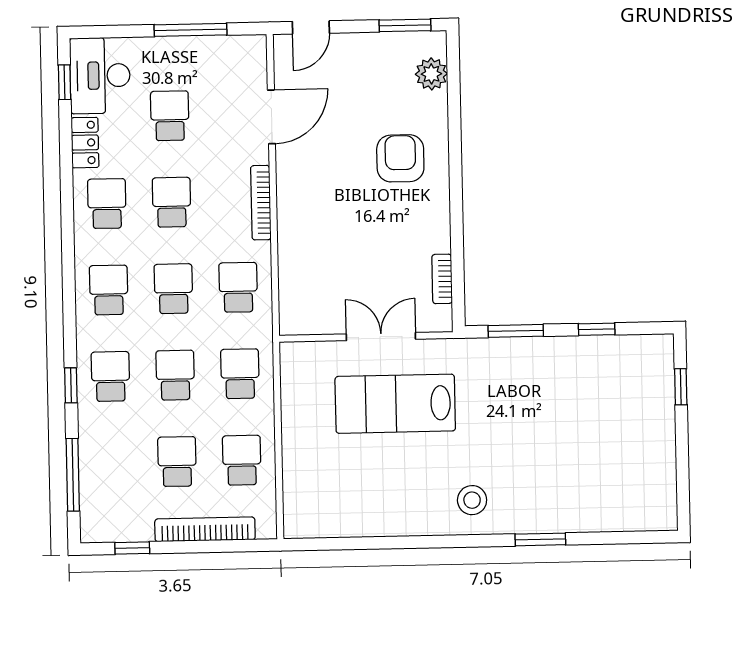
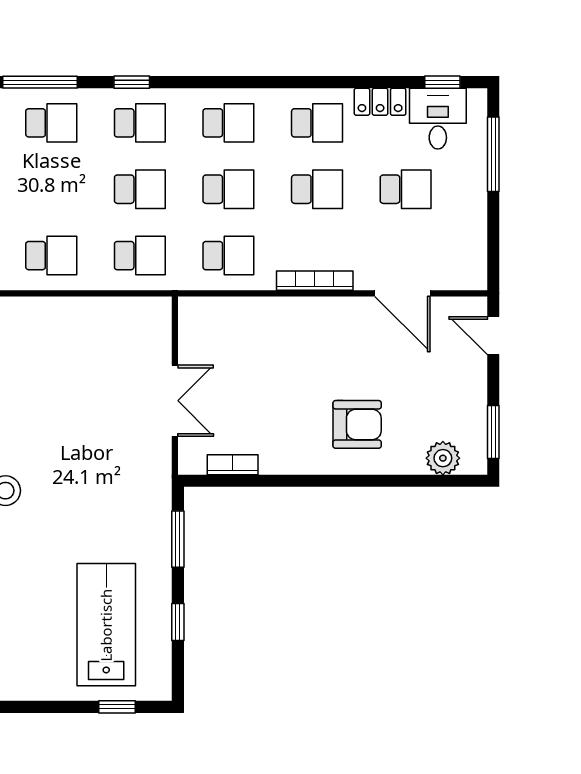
window: (191, 30) -> (493, 154), moved
desk: (100, 75) -> (438, 119), width x0.73
lab bench: (395, 404) -> (106, 625), moved
school desk: (177, 462) -> (51, 123), moved

